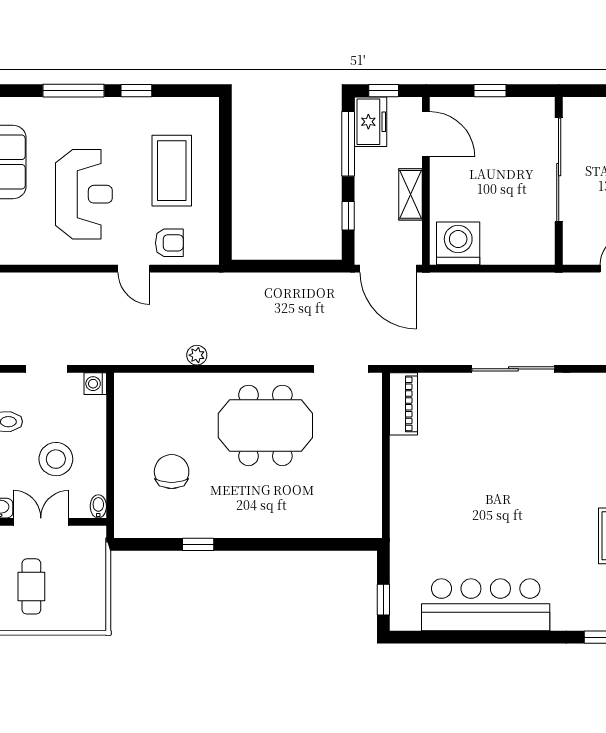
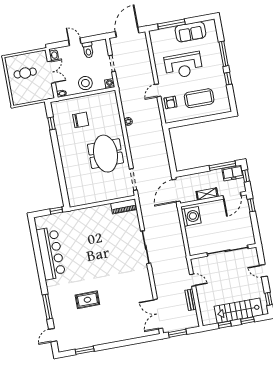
window: (490, 91) -> (251, 205), moved
window: (348, 216) -> (194, 171), removed
stool: (56, 459) -> (85, 83), moved
window: (198, 544) -> (52, 123), moved
window: (383, 600) -> (56, 211), moved

